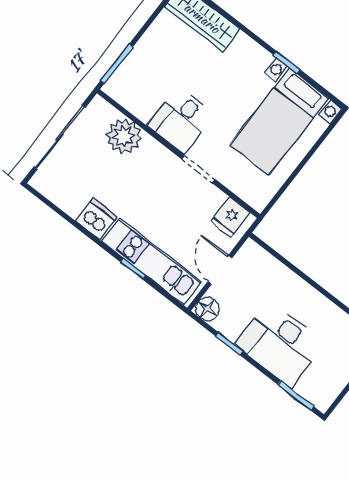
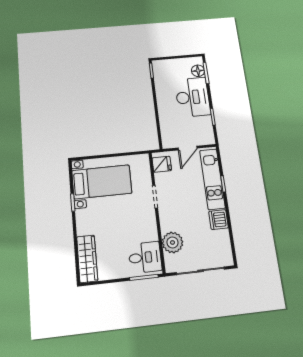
desk: (181, 120) -> (145, 257), moved
floor lamp: (207, 309) -> (198, 71), moved

